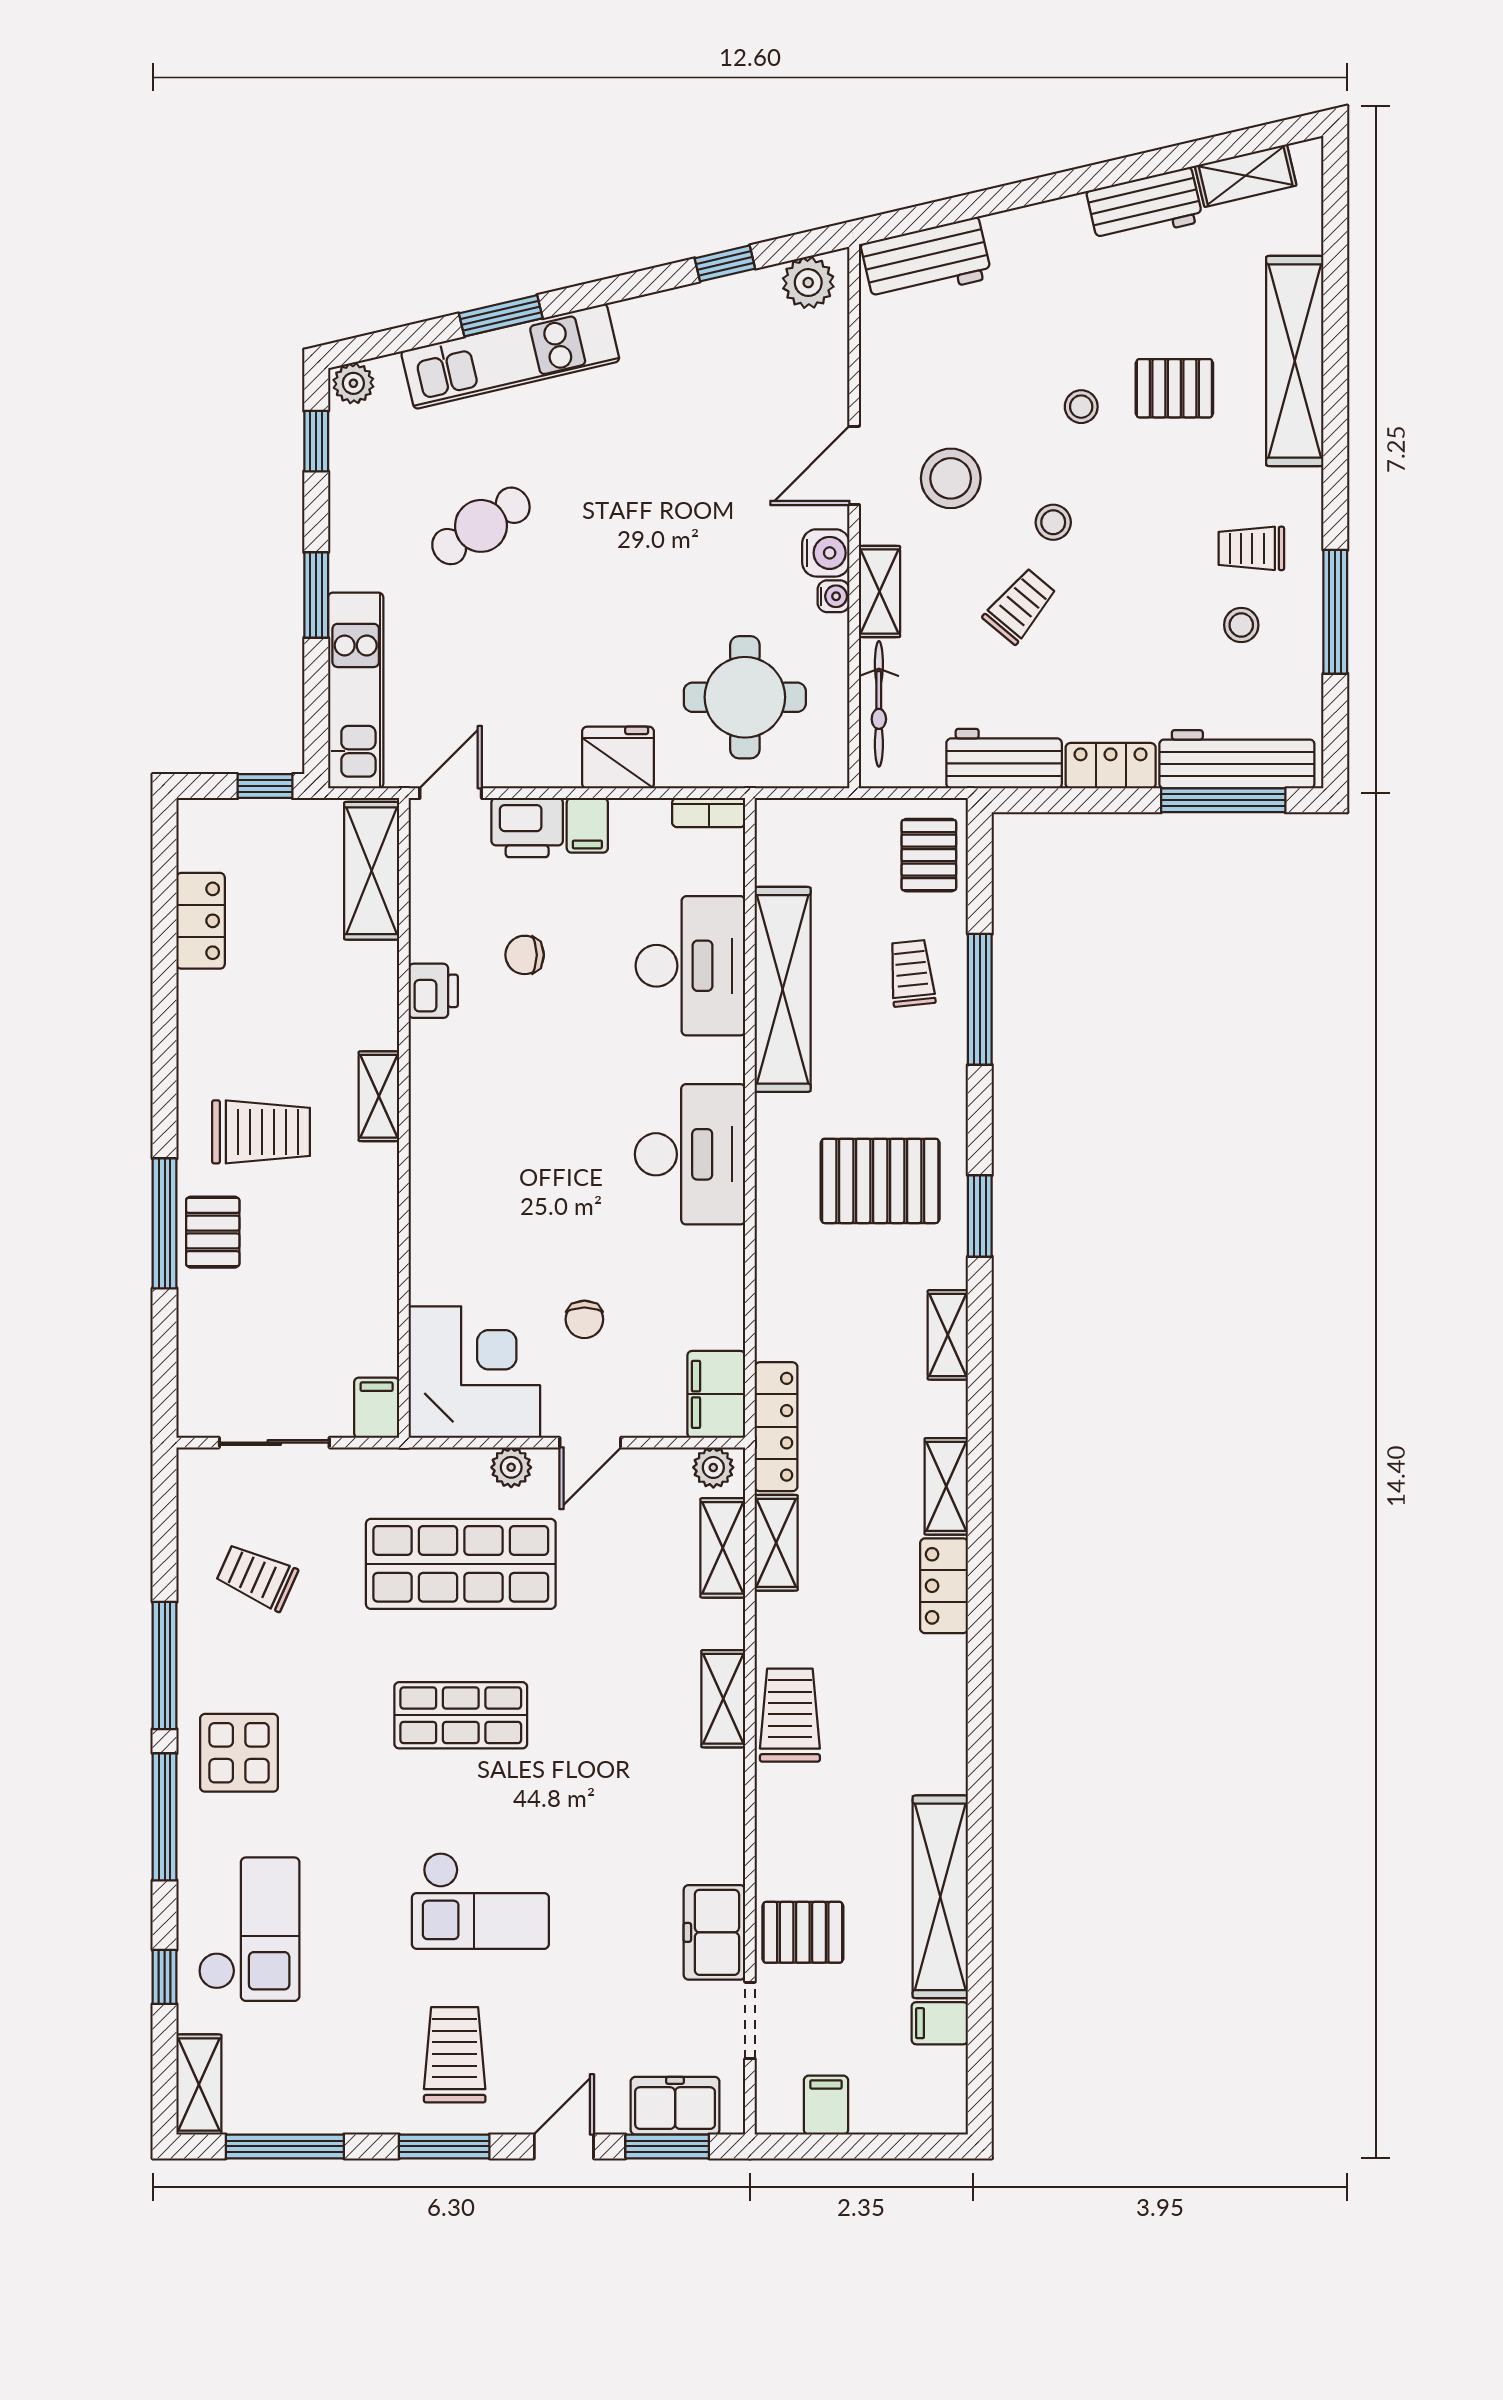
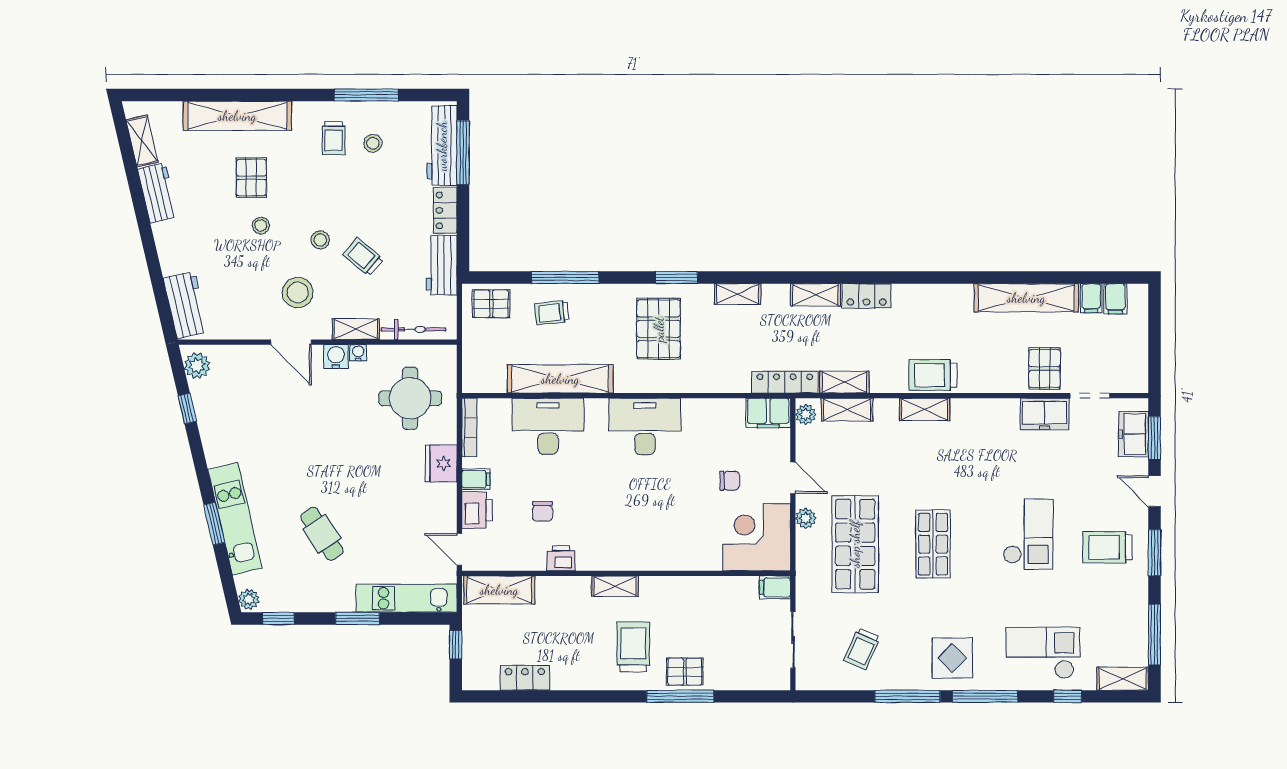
bookcase: (709, 813) -> (469, 427), width x1.56
filing cabinet: (826, 2105) -> (1115, 299), moved, turned -90

